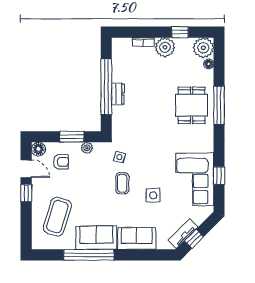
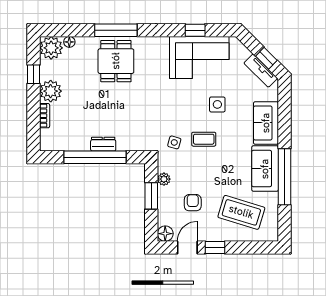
dining table: (192, 105) -> (116, 61), turned 90
armchair: (61, 162) -> (193, 203), moved

